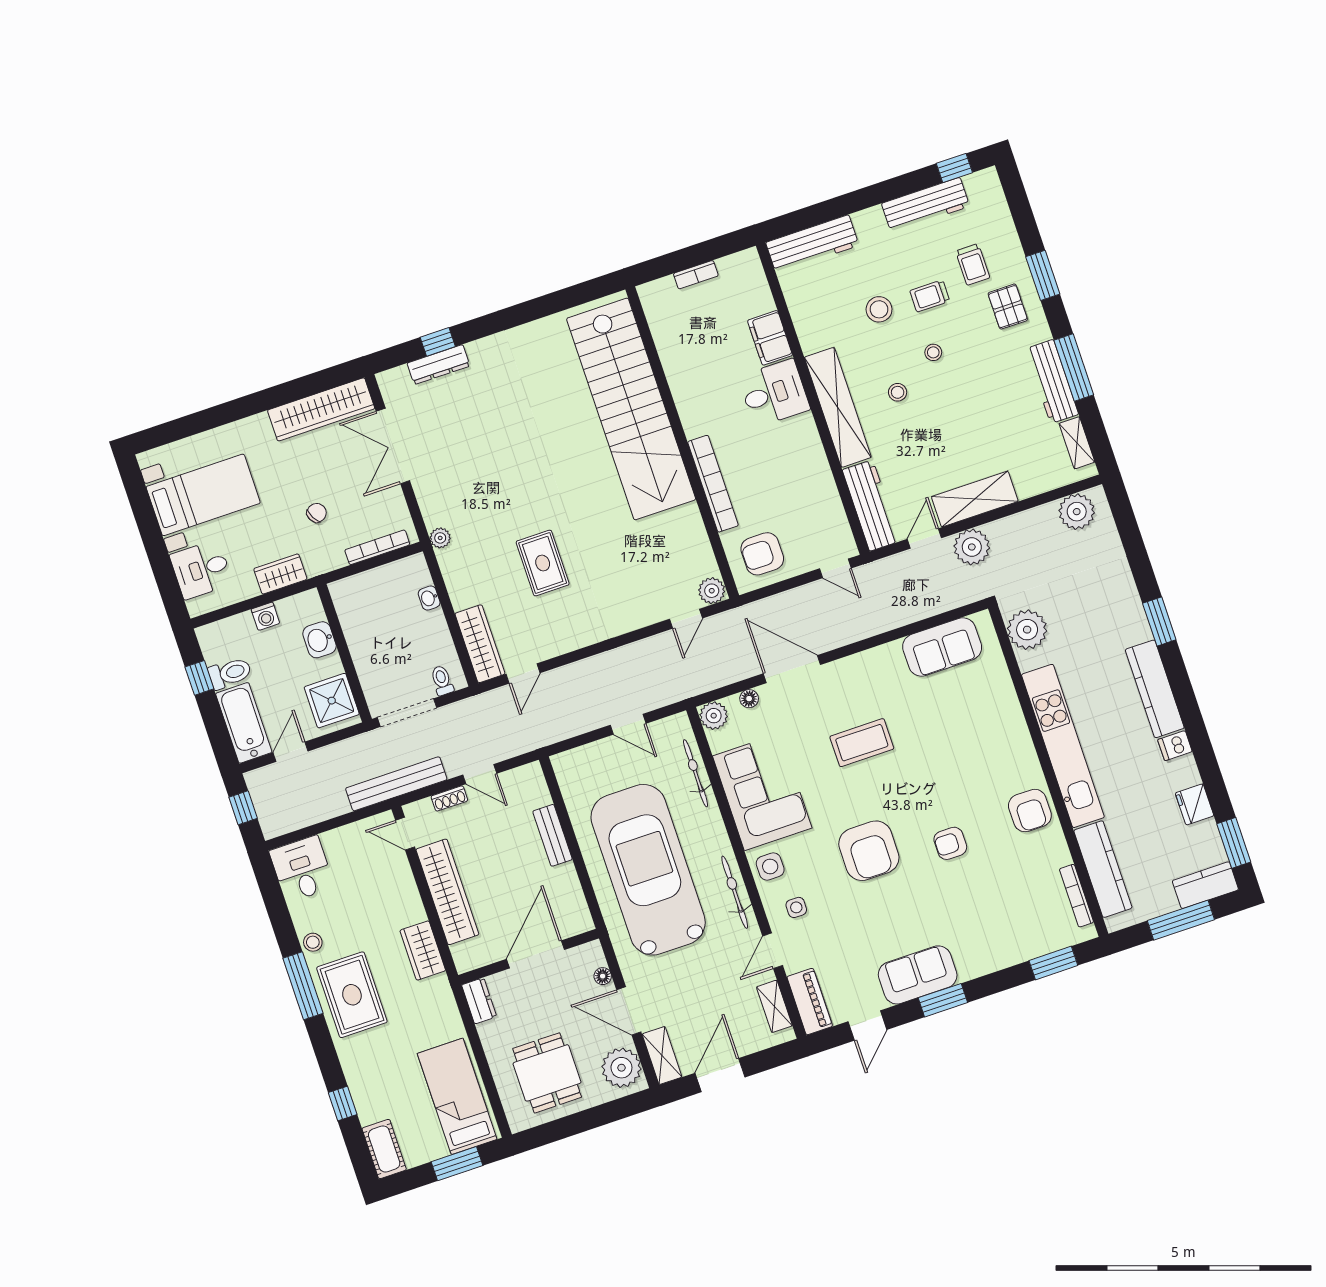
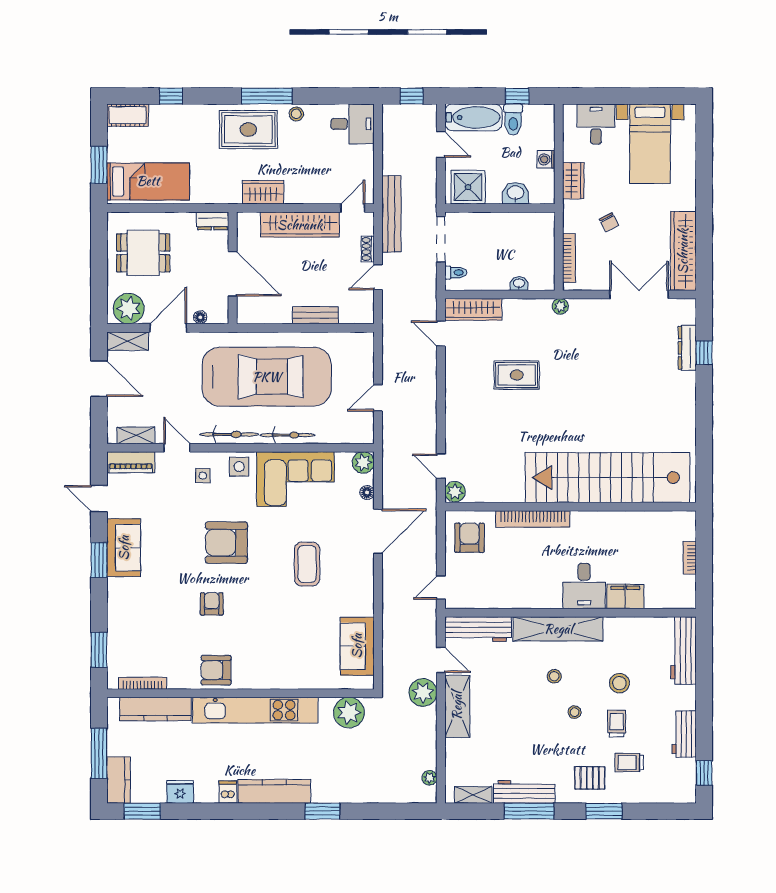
workbench: (926, 205) -> (684, 734), width x0.73
plant: (1077, 512) -> (429, 778), width x0.53, depth x0.53
bicycle: (696, 773) -> (287, 435), moved

